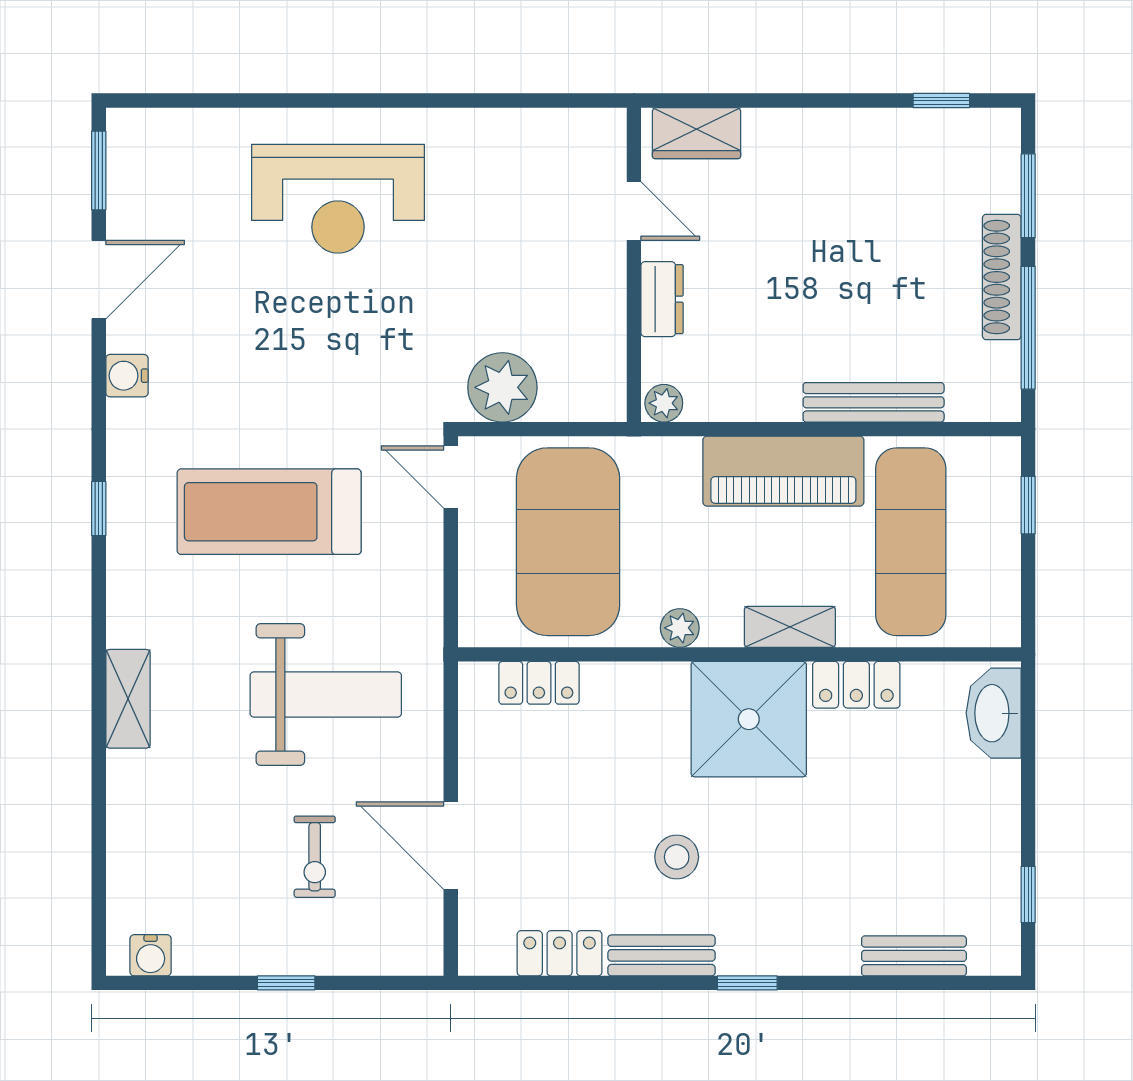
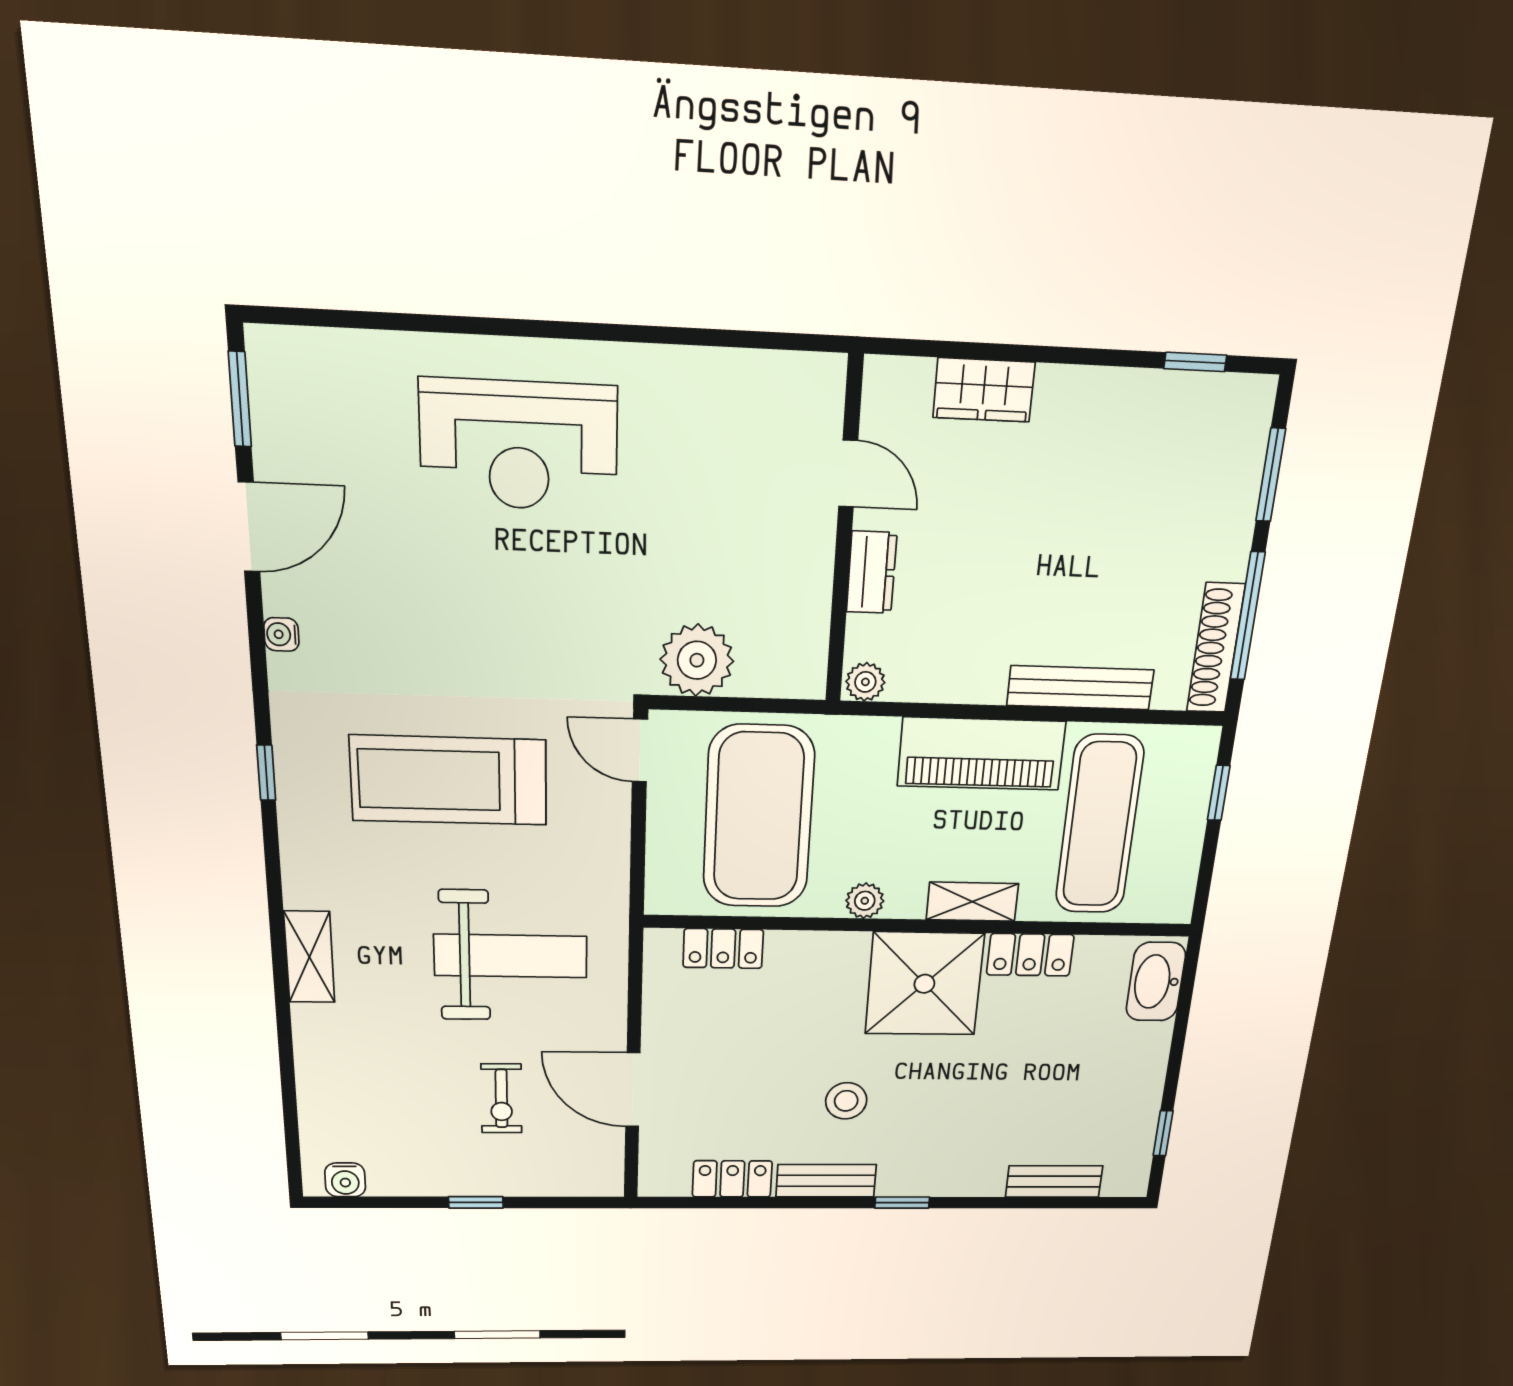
wardrobe: (697, 133) -> (984, 390), moved
shoe rack: (1002, 277) -> (1216, 648), moved
water cooler: (127, 376) -> (281, 634), width x0.72, depth x0.72

